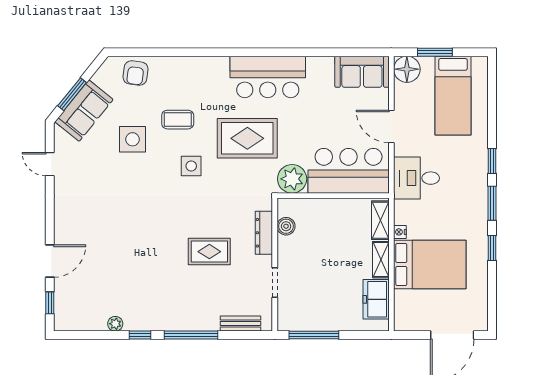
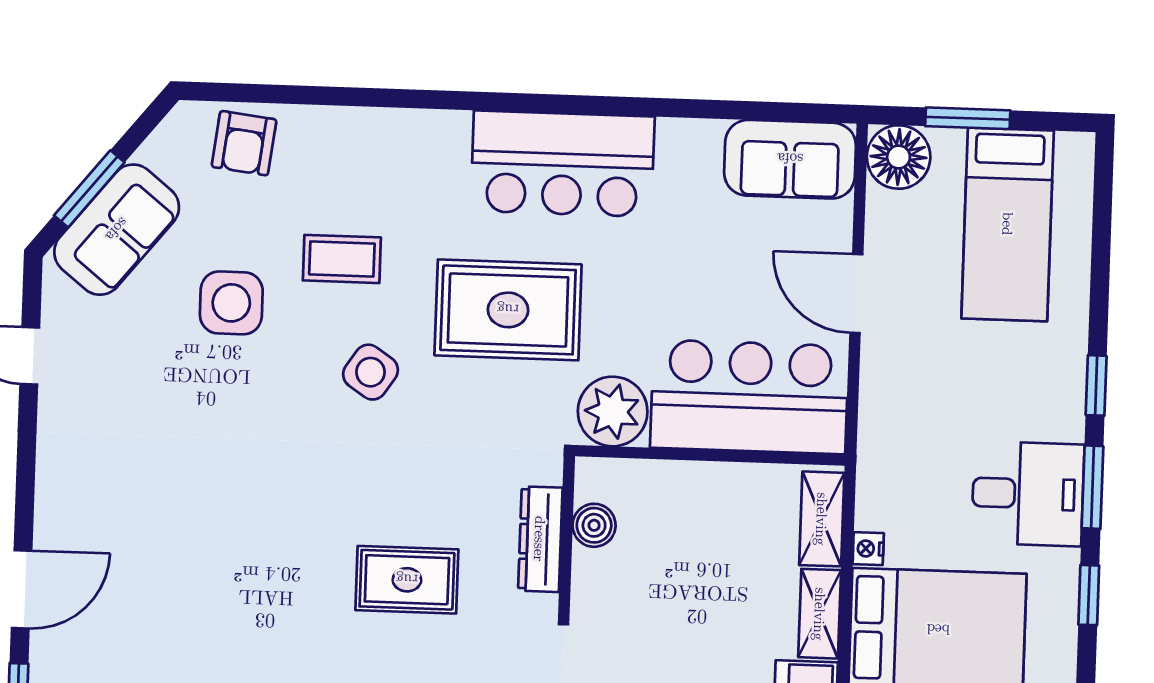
side table: (191, 166) -> (370, 372), turned 34
desk: (417, 178) -> (1028, 494), moved, turned 180

